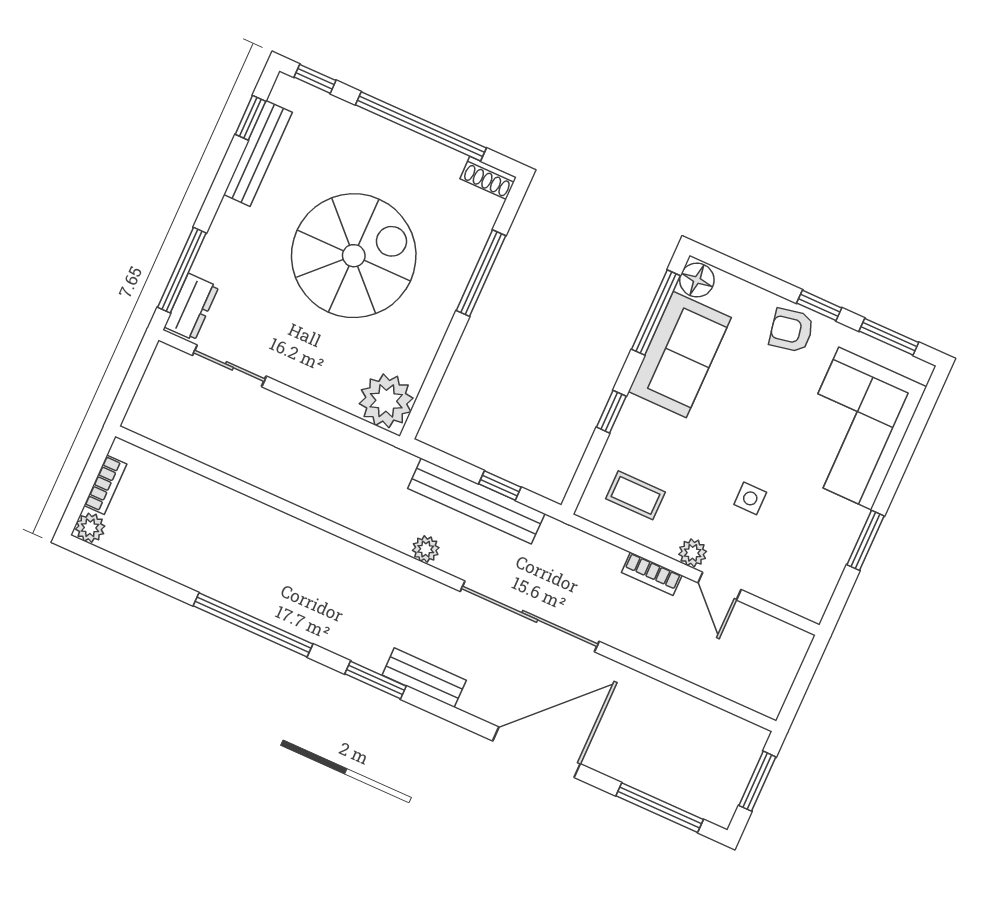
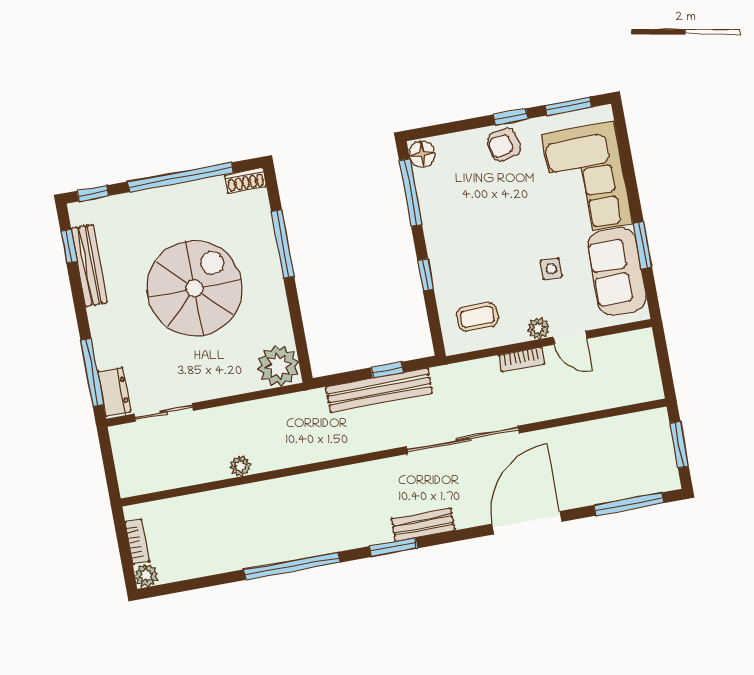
sofa: (680, 354) -> (617, 272), moved, turned 180
plant: (426, 549) -> (240, 466), moved

